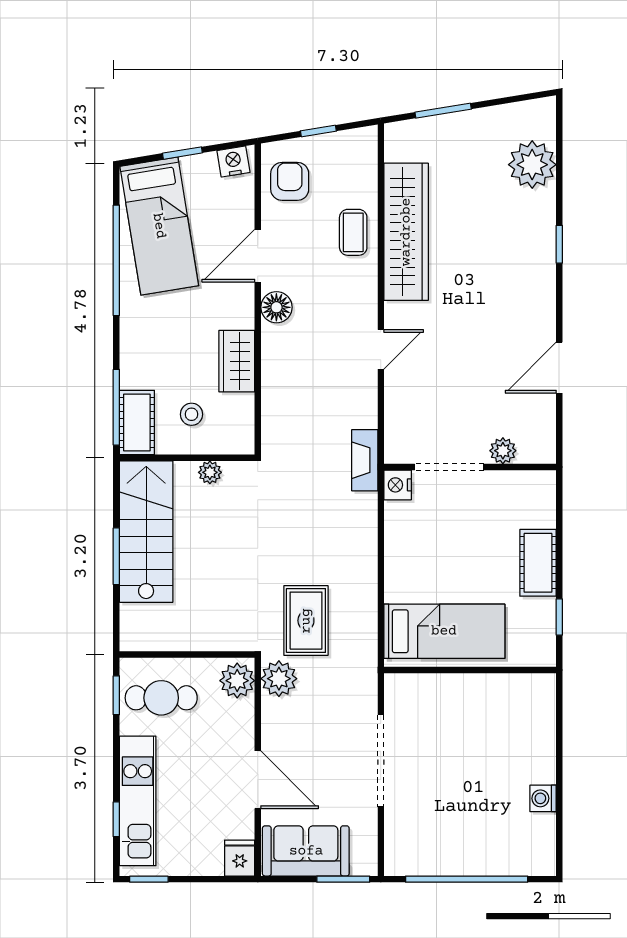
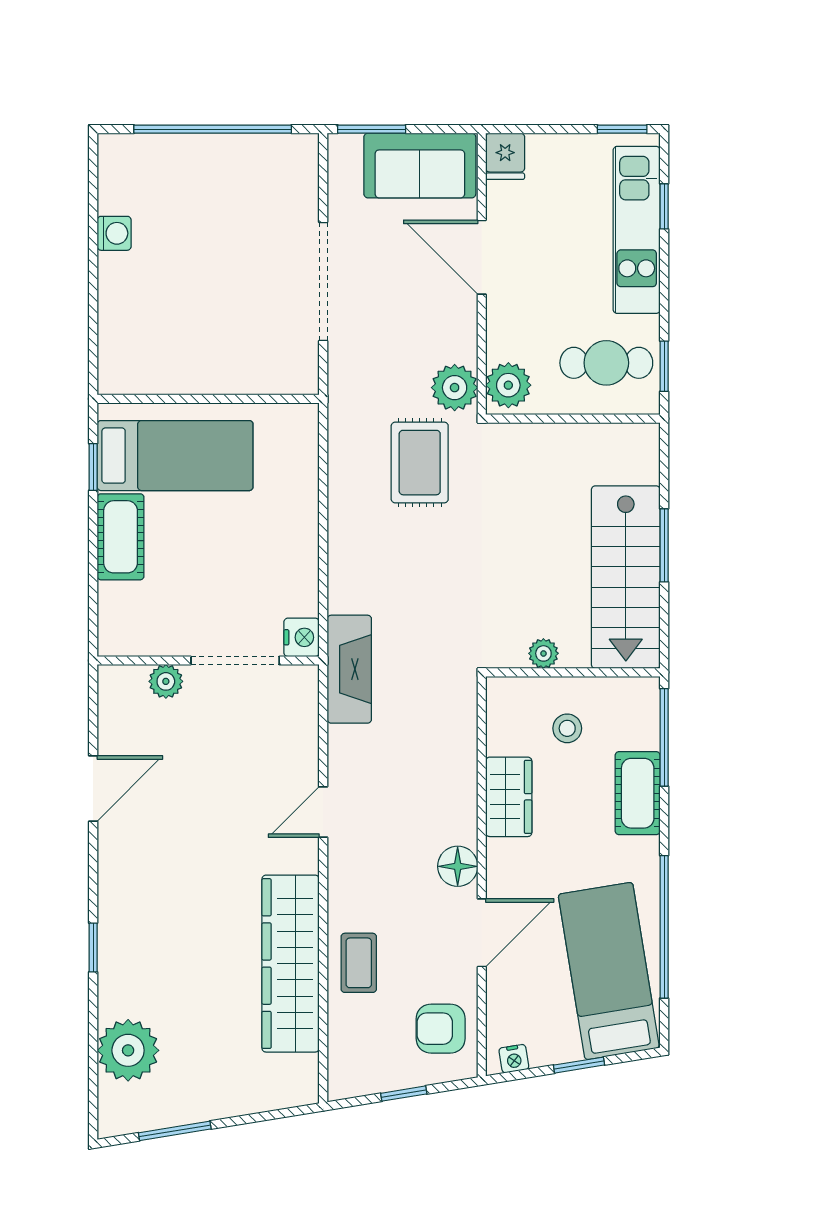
window: (443, 111) -> (175, 1131), moved
nightstand: (233, 161) -> (514, 1059), width x0.72, depth x0.74
armchair: (290, 181) -> (441, 1029), turned 90
cot: (137, 422) -> (638, 793), moved
fireplace: (365, 460) -> (349, 669), width x1.37, depth x1.32
bed: (444, 631) -> (175, 456), moved, turned 180

